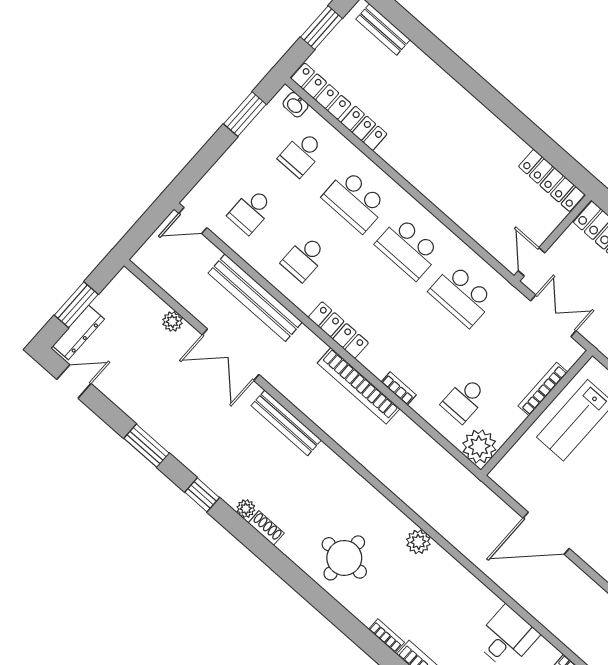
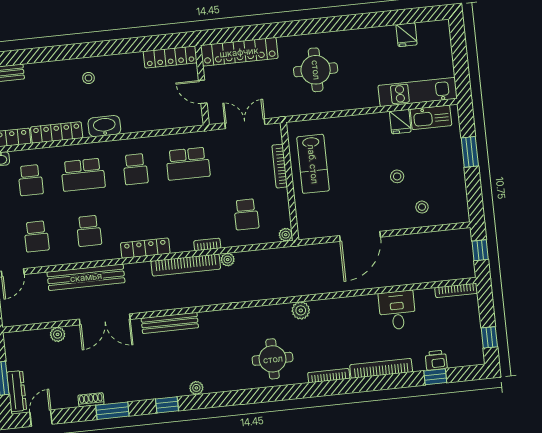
stool: (456, 118) -> (88, 78), added
locker: (364, 128) -> (57, 132), width x1.53
washbasin: (423, 178) -> (104, 126), added
school desk: (408, 248) -> (135, 169), width x0.54
door: (532, 262) -> (203, 92), moved
plant: (402, 423) -> (228, 260), added
plant: (479, 446) -> (286, 235), width x0.53, depth x0.53
shoe rack: (266, 528) -> (91, 400), moved
bookcase: (386, 636) -> (329, 376), width x1.56

